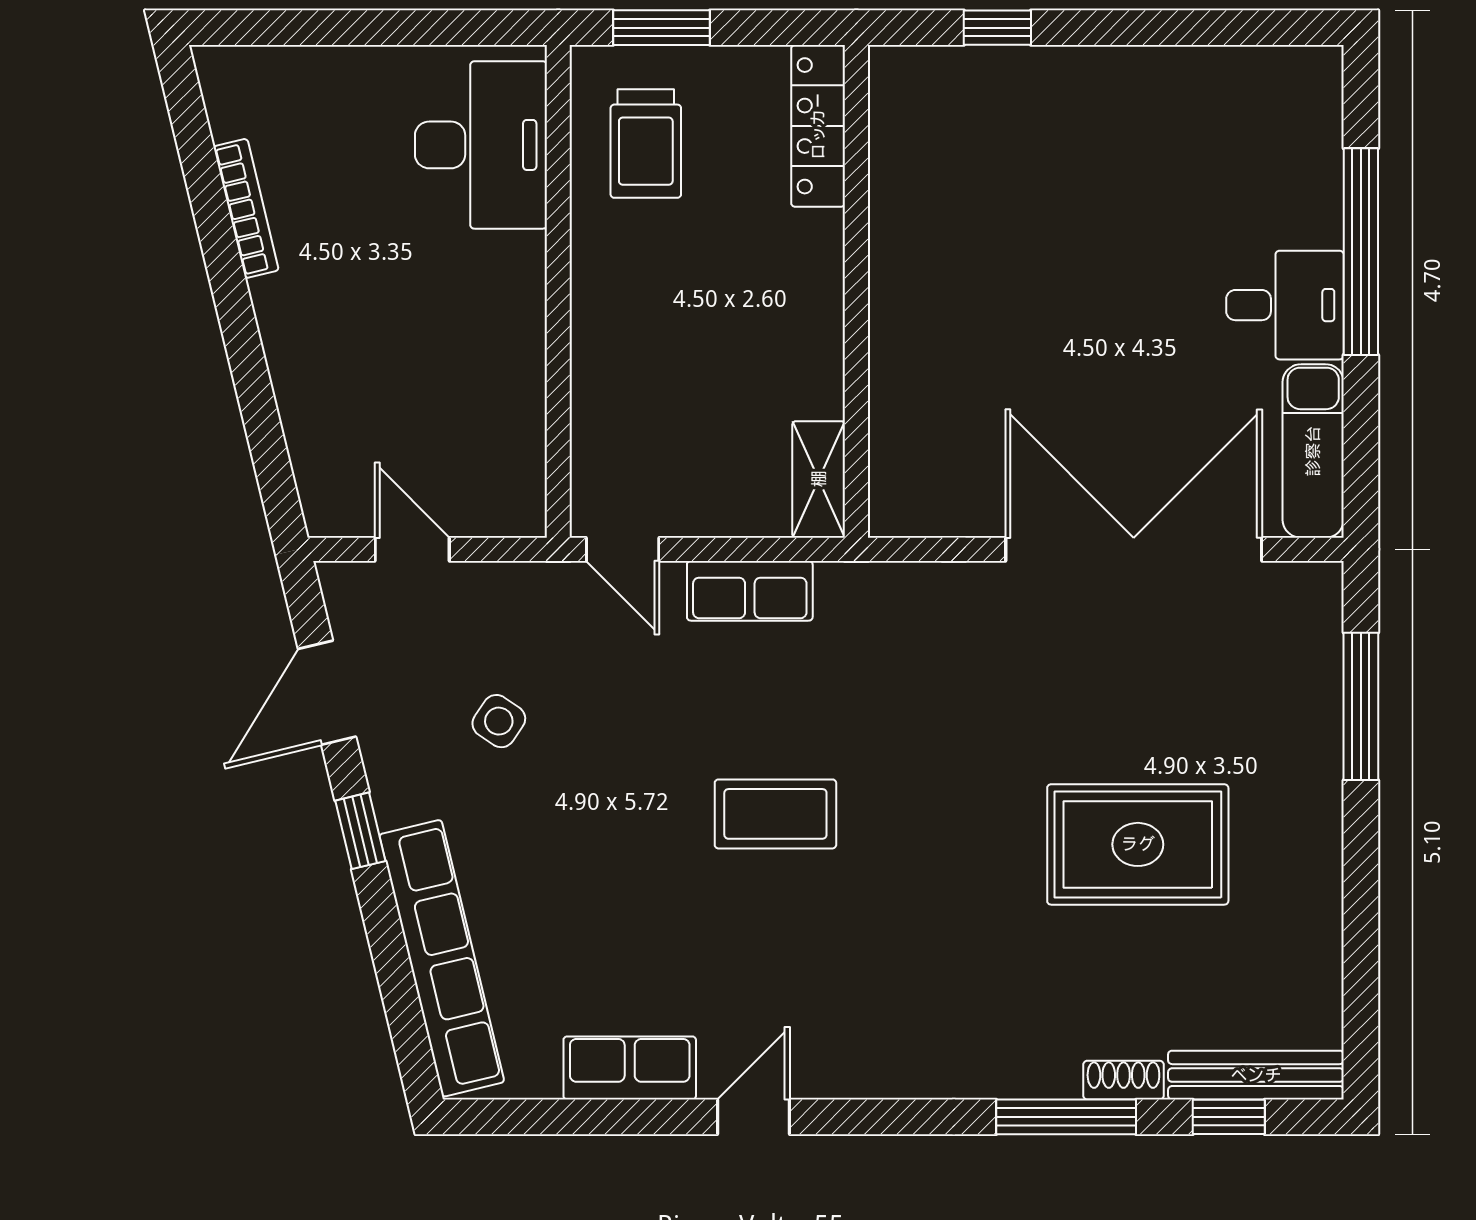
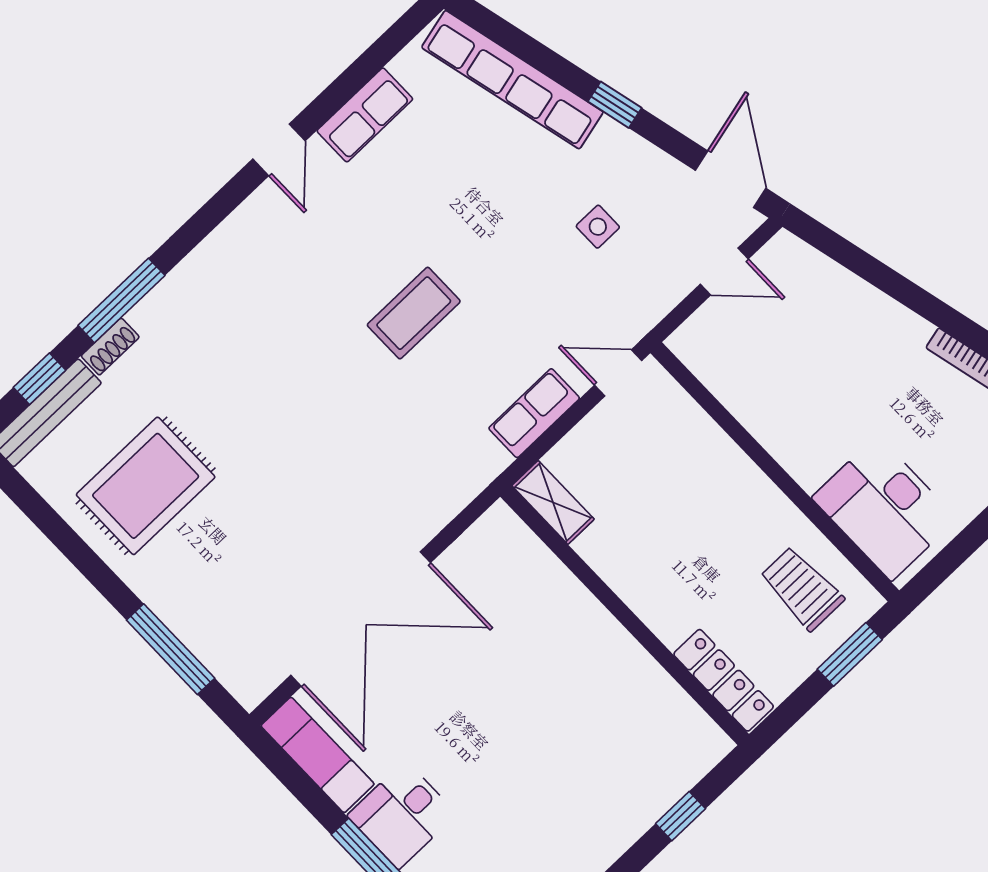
door: (327, 693) -> (731, 179), moved
side table: (499, 721) -> (598, 227), turned -34
rug: (1138, 844) -> (146, 486), moved

